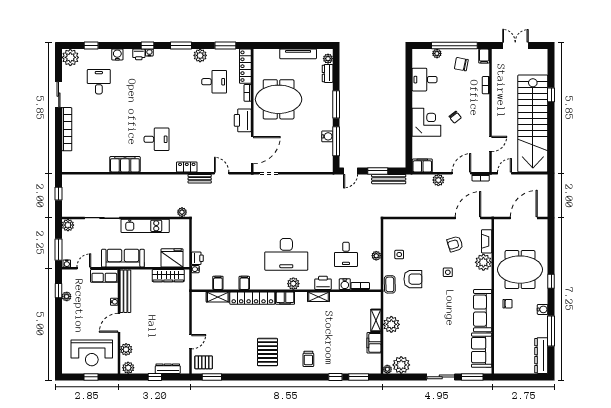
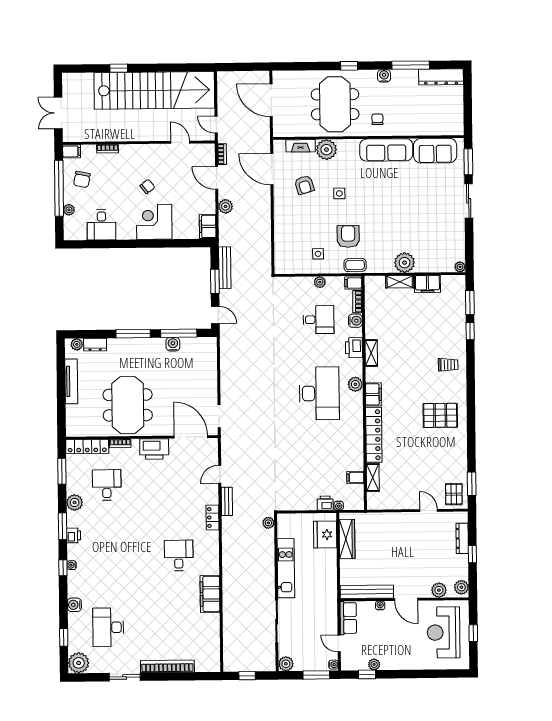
printer: (139, 54) -> (74, 535), moved
desk: (99, 82) -> (108, 627), width x1.37
sofa: (123, 258) -> (326, 595), removed
filing cabinet: (244, 283) -> (353, 283), moved
reception desk: (92, 353) -> (444, 633), turned 180
plant: (401, 365) -> (454, 250), removed

